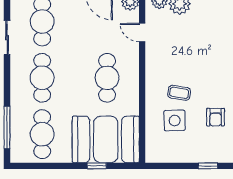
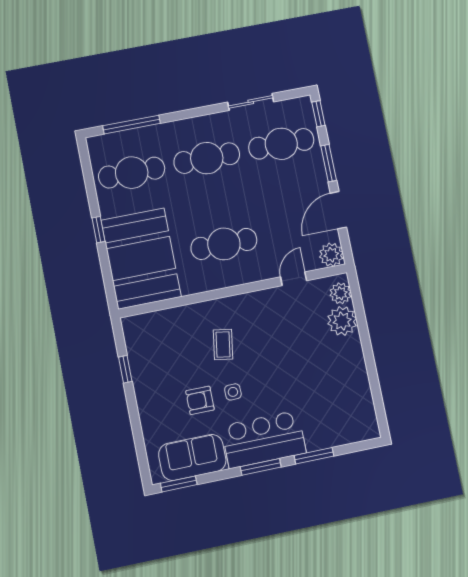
side table: (175, 120) -> (233, 392), moved, width x0.54, depth x0.54
window: (97, 166) -> (99, 230), moved
window: (208, 166) -> (125, 369), moved

